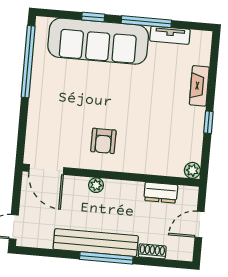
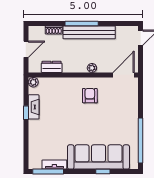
window: (146, 22) -> (48, 172), moved
fireplace: (199, 86) -> (34, 107), moved
door: (46, 169) -> (123, 75), hinge flipped

